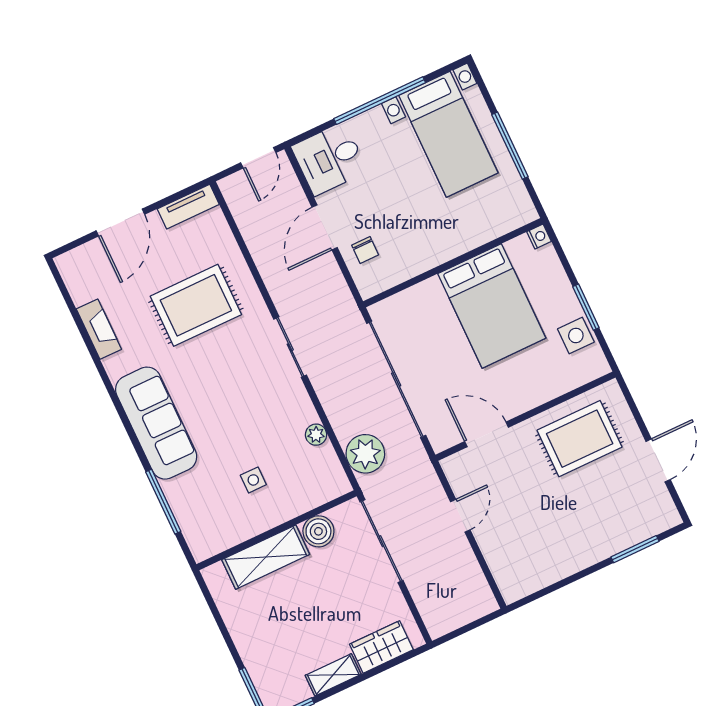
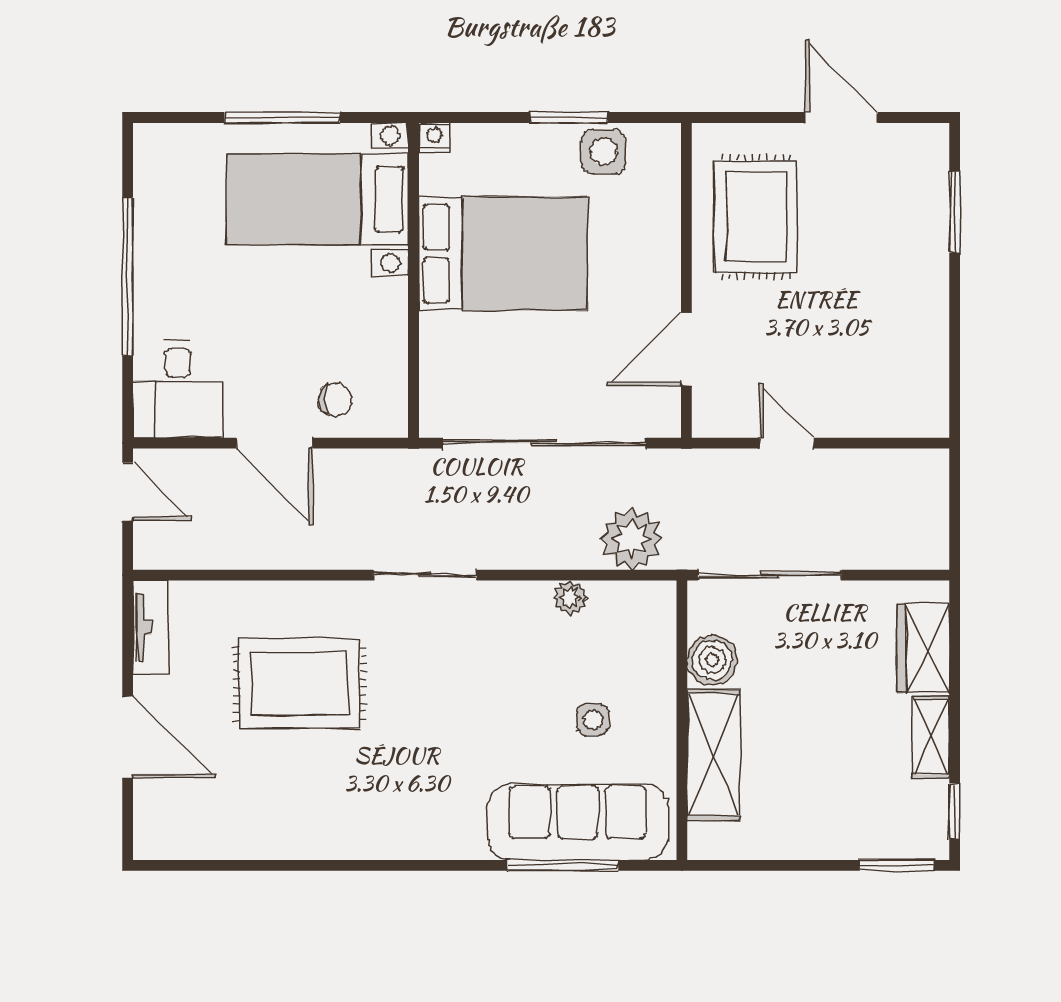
bed with nightstands: (448, 134) -> (318, 199), moved, turned 180
rug: (196, 305) -> (300, 684), turned 90
fireplace: (99, 329) -> (268, 841), removed
sofa: (156, 423) -> (578, 822), moved

